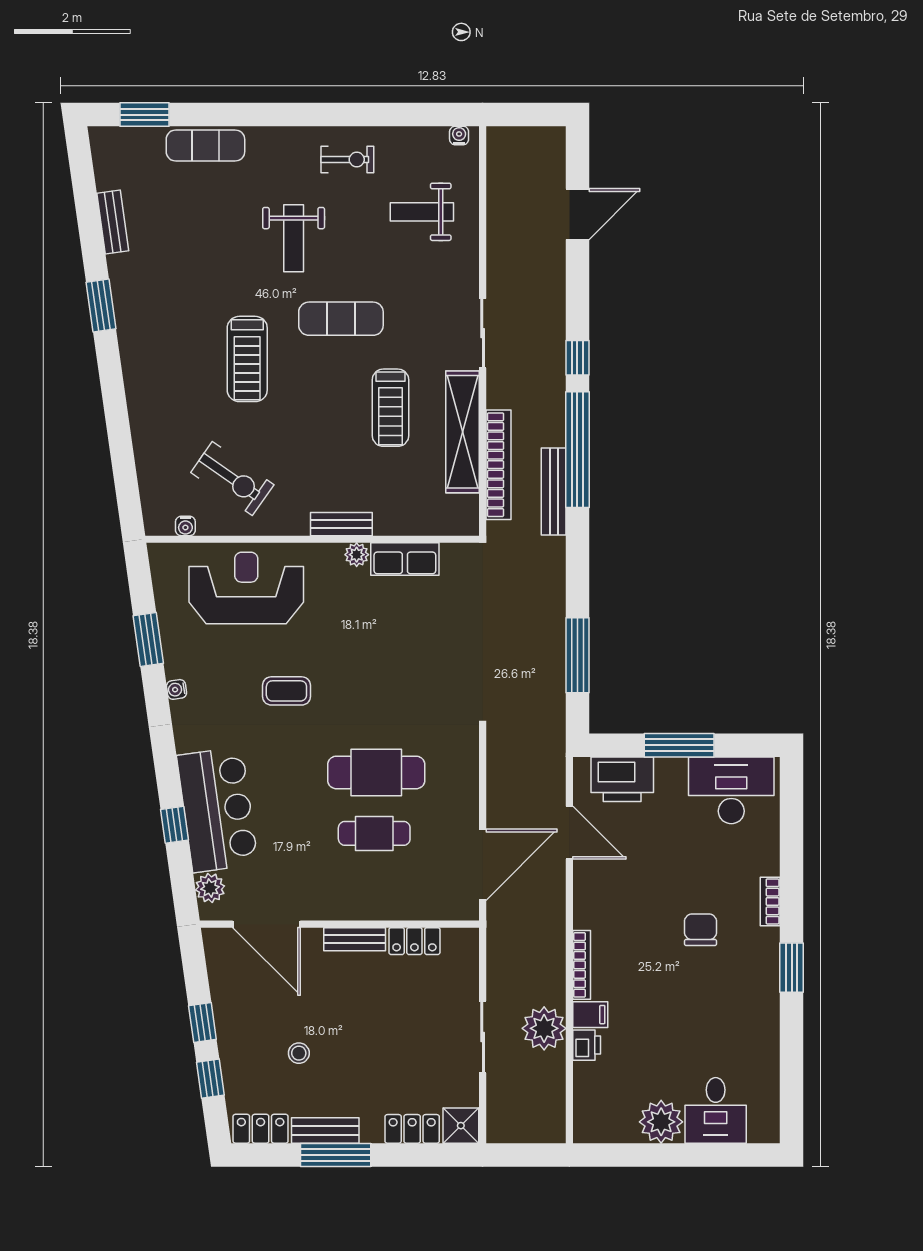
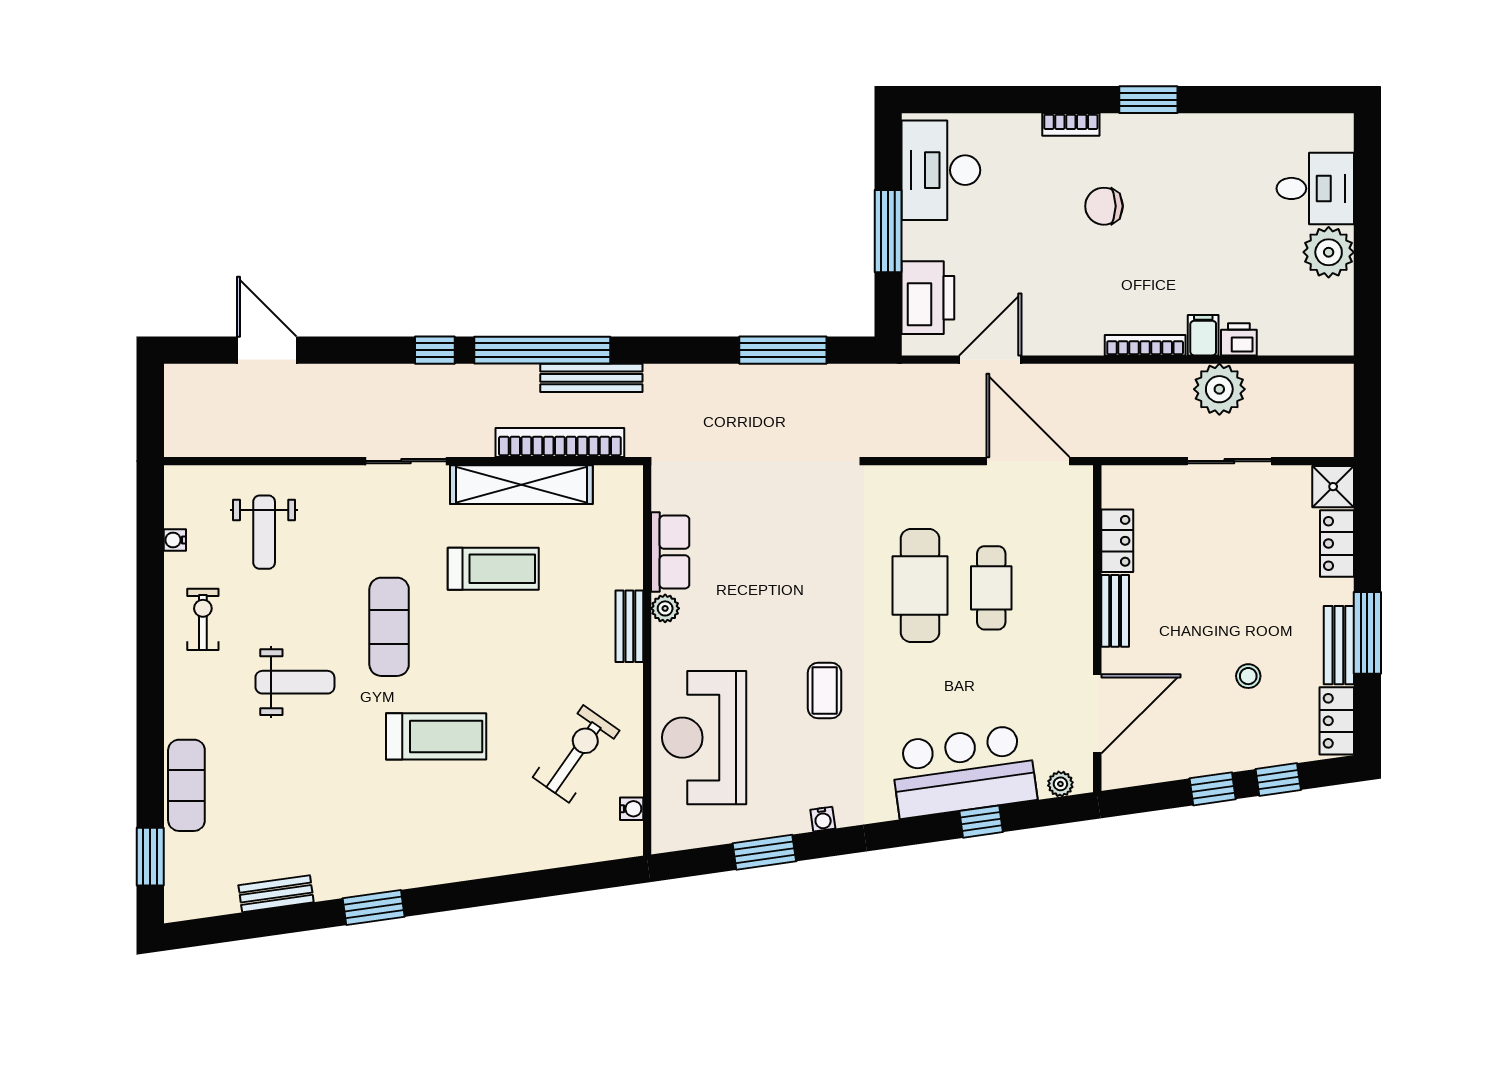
water cooler: (459, 135) -> (175, 540), moved
plant: (210, 888) -> (1060, 784), width x0.73, depth x0.73

